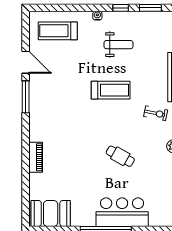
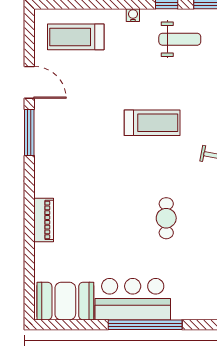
weight bench: (118, 45) -> (180, 39), moved
cafe table: (120, 156) -> (166, 218), turned 61
bar counter: (122, 212) -> (133, 299), moved

